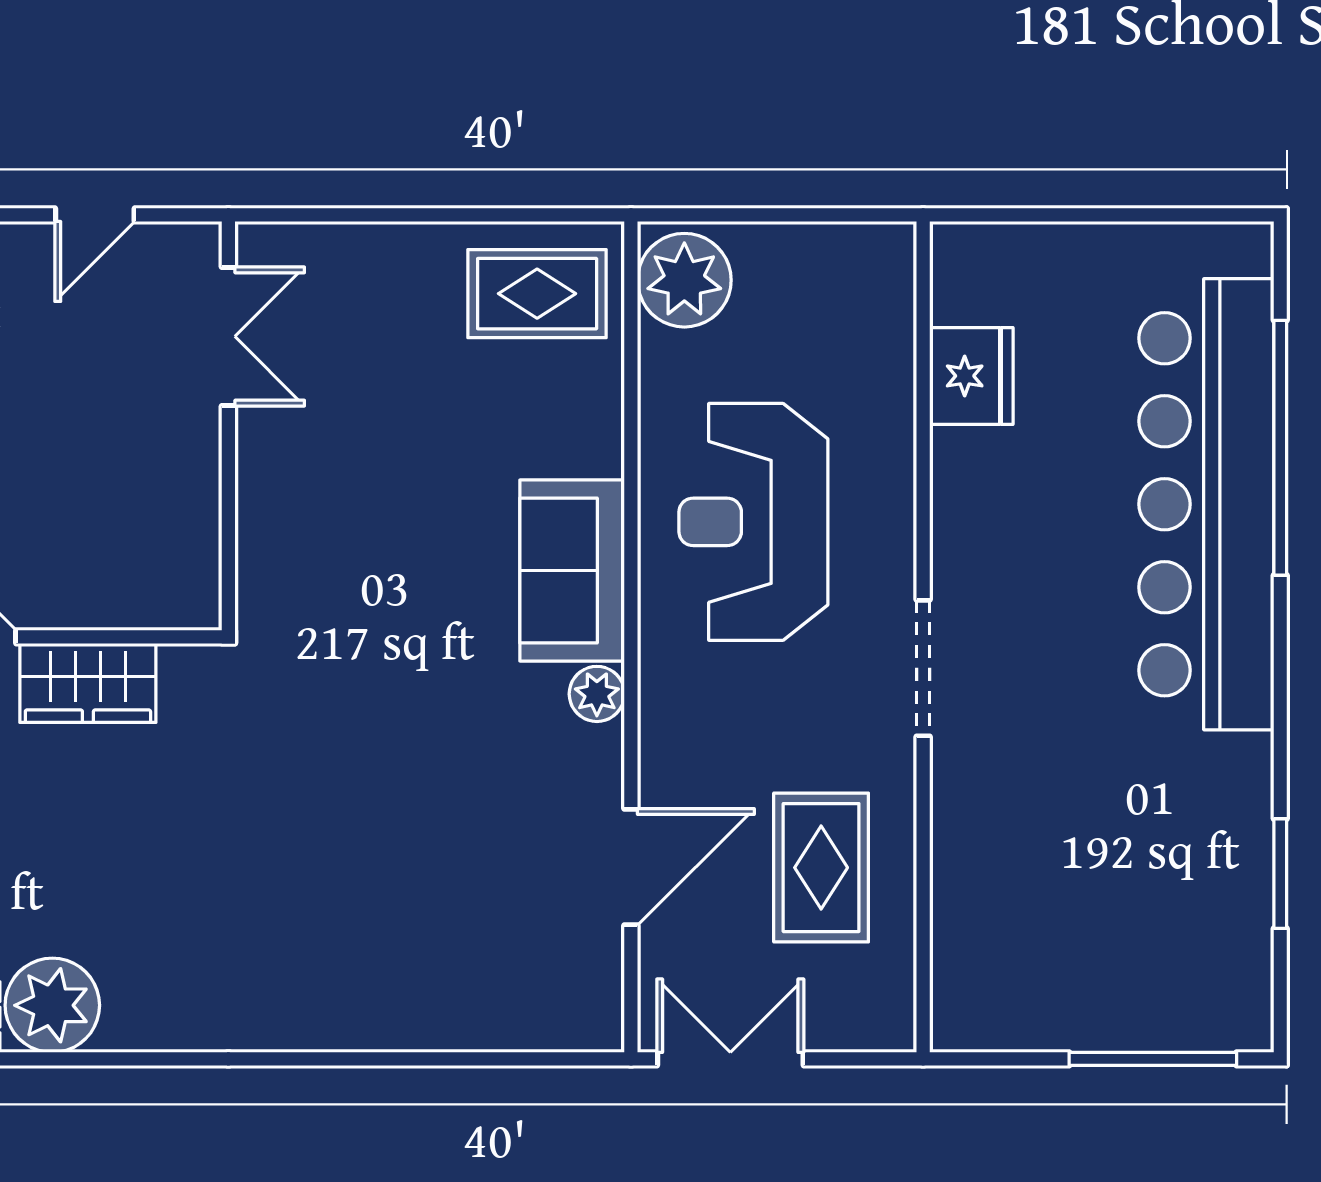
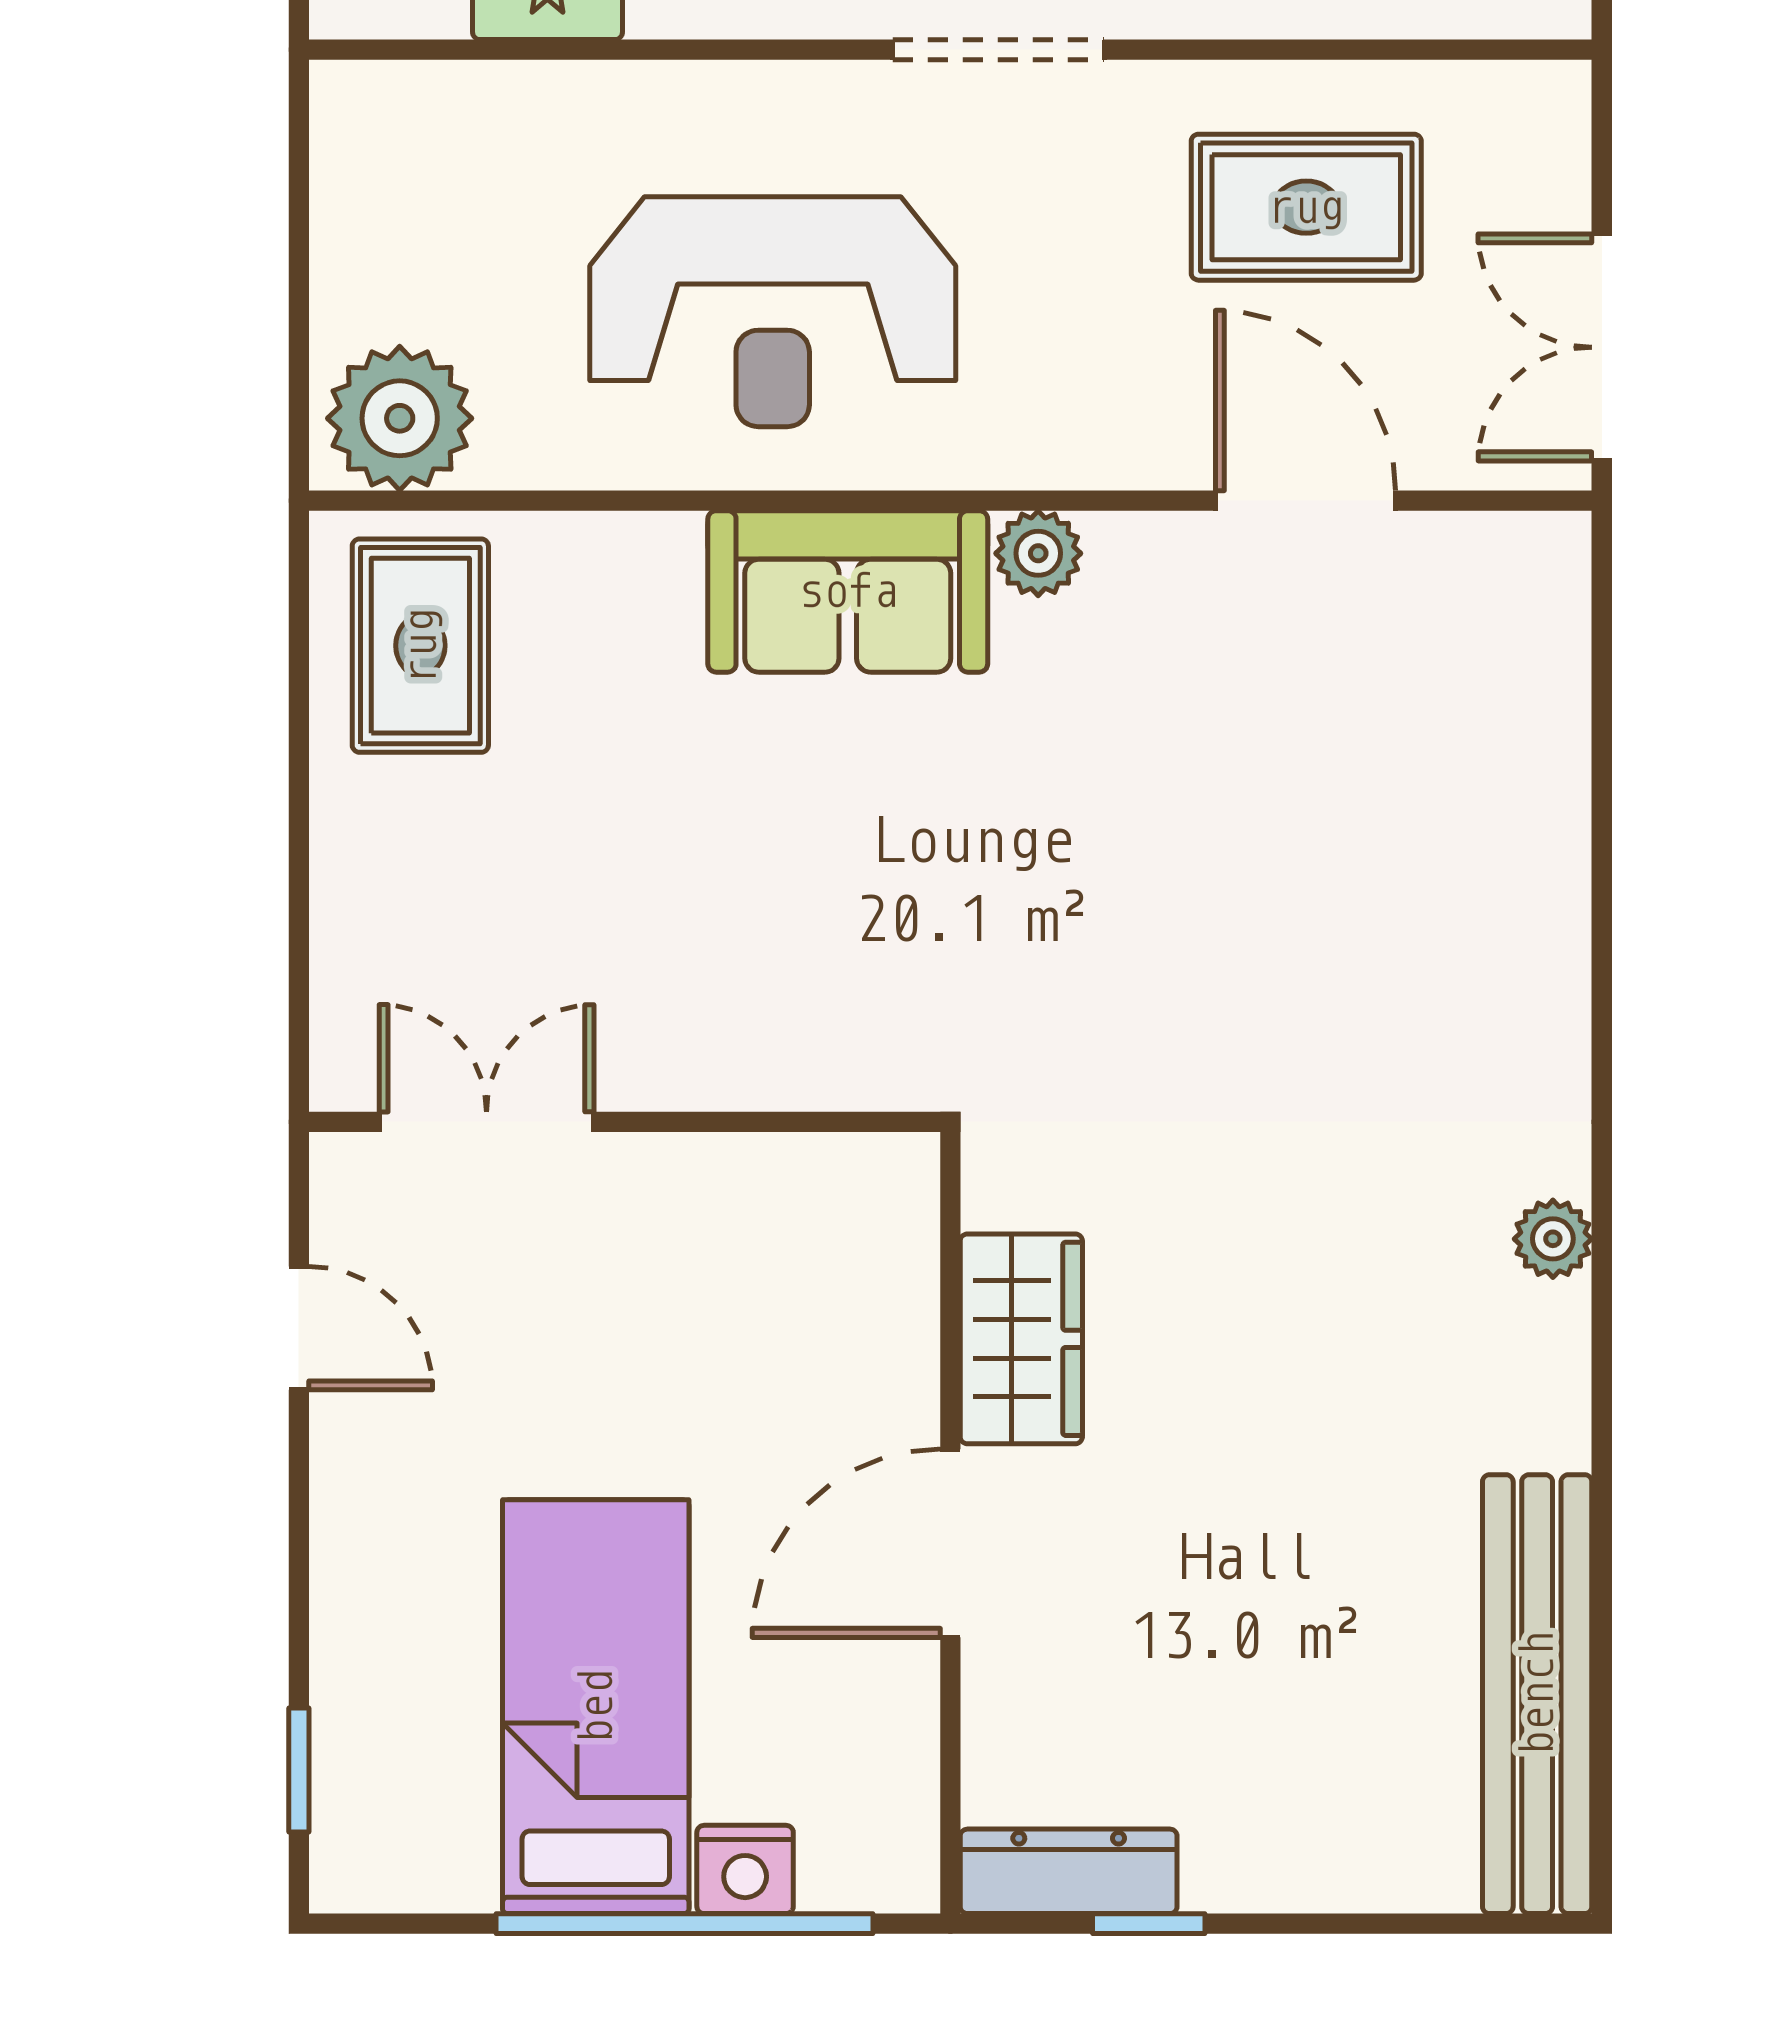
plant: (52, 1005) -> (1553, 1239), moved, width x0.53, depth x0.53

